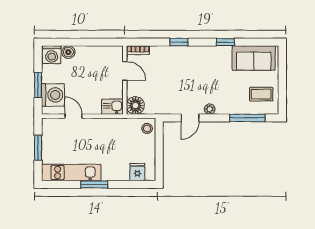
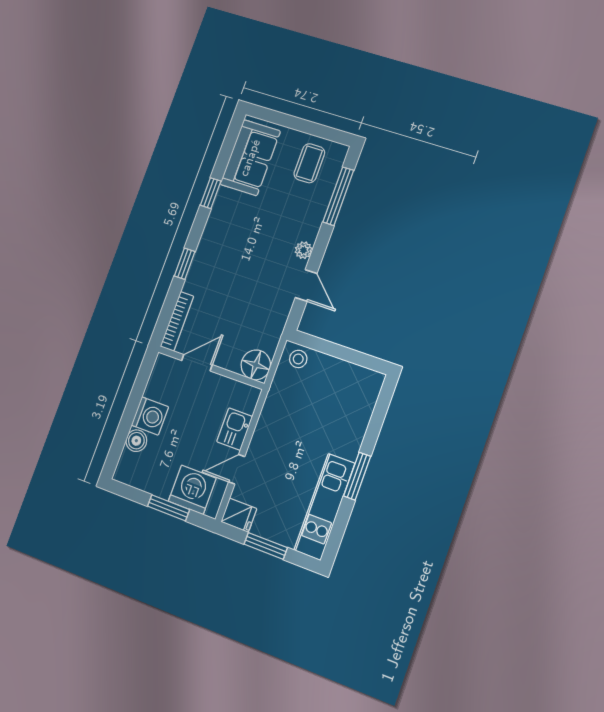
bookcase: (138, 50) -> (177, 321), width x1.56
washing machine: (52, 55) -> (150, 416), moved
kitchen sink: (112, 107) -> (235, 429), moved
fridge: (137, 172) -> (239, 515), moved, turned 180

